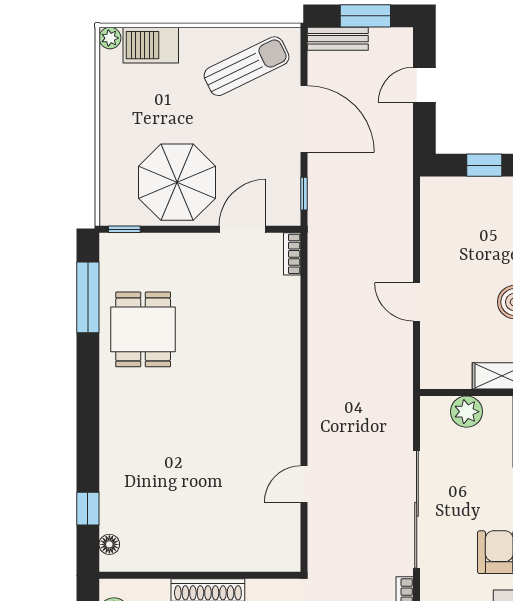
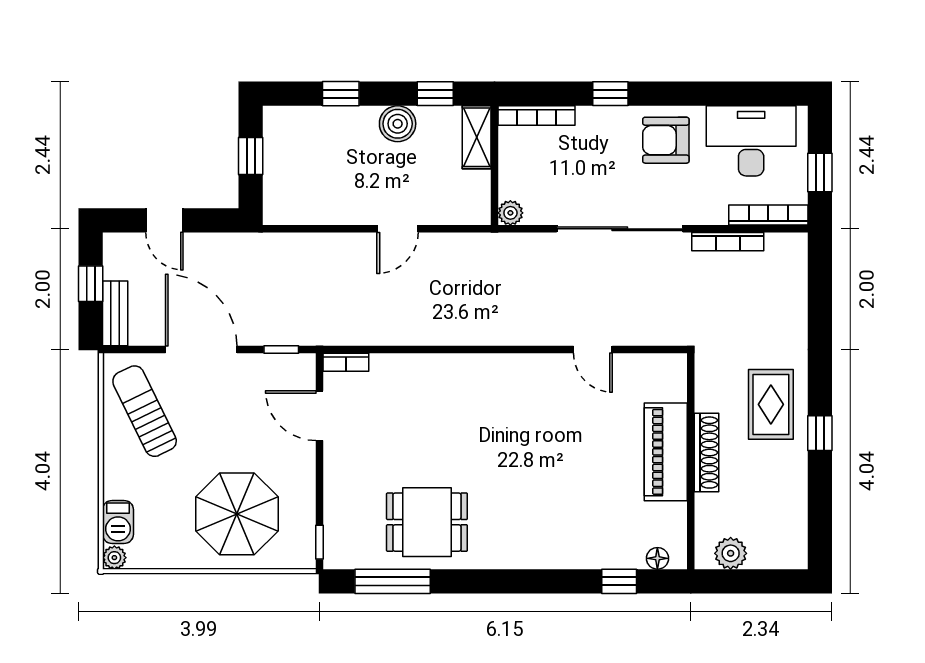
window: (365, 16) -> (91, 284), width x0.67
barbecue: (151, 45) -> (118, 522), width x0.73, depth x0.79
door: (304, 119) -> (201, 350), hinge flipped
parasol: (177, 182) -> (237, 514), moved
plant: (466, 412) -> (510, 213), moved, width x0.73, depth x0.73
piano: (209, 552) -> (666, 452), added

